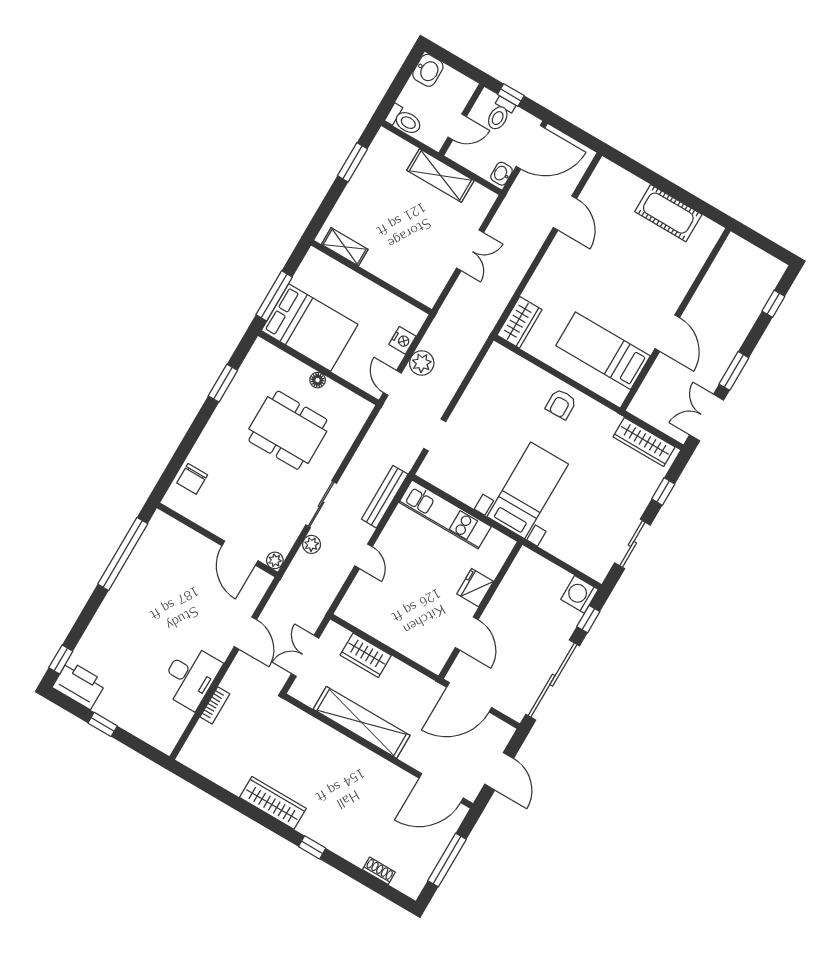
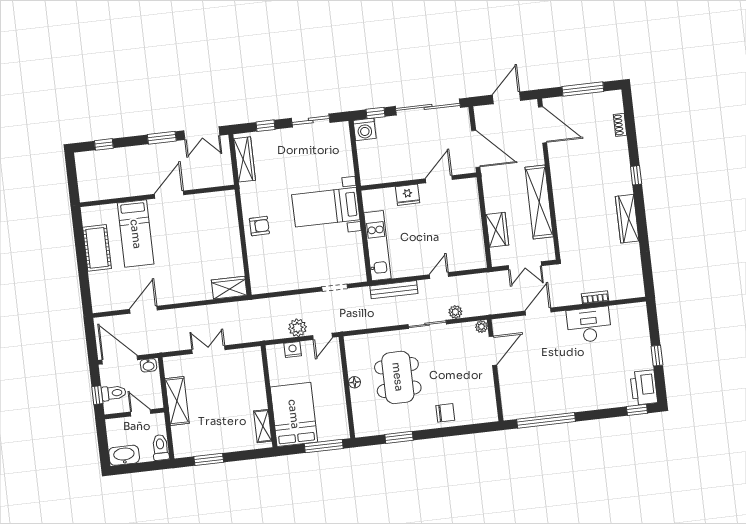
washbasin: (428, 70) -> (124, 455), width x1.38
bed: (310, 328) -> (294, 414), moved
bed: (603, 351) -> (136, 234), moved
chair: (192, 479) -> (445, 413), moved

